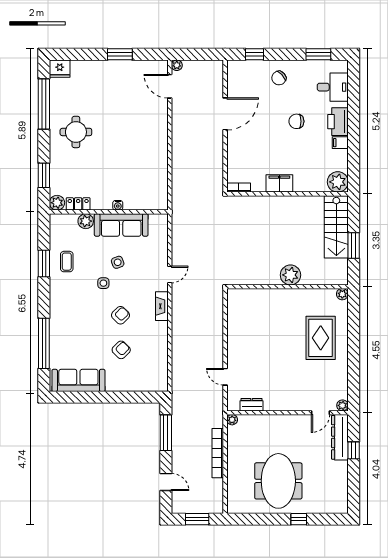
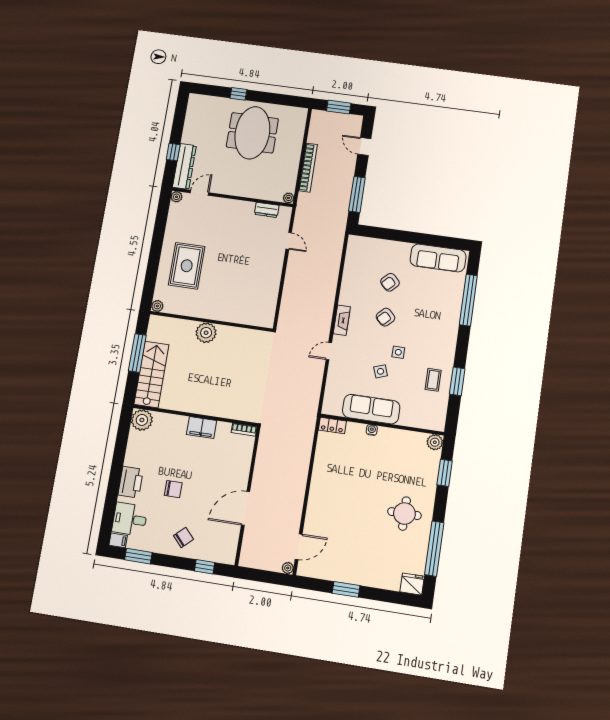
door: (170, 86) -> (299, 547), hinge flipped
filing cabinet: (340, 143) -> (118, 540), moved
locker: (78, 204) -> (332, 425), moved
plant: (86, 221) -> (407, 418), removed
window: (354, 245) -> (137, 353), width x1.44

